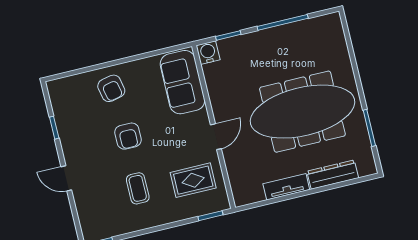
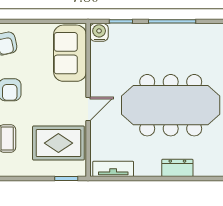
dresser: (333, 175) -> (177, 168), width x0.70
rug: (193, 180) -> (58, 143), width x1.36, depth x1.43
tv unit: (286, 187) -> (113, 169), moved

